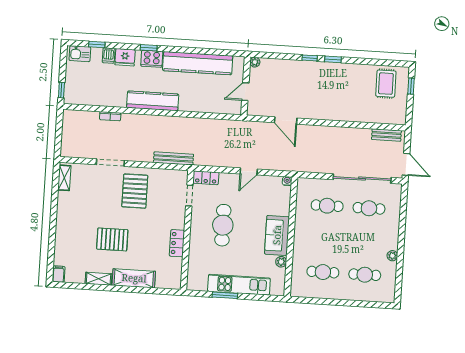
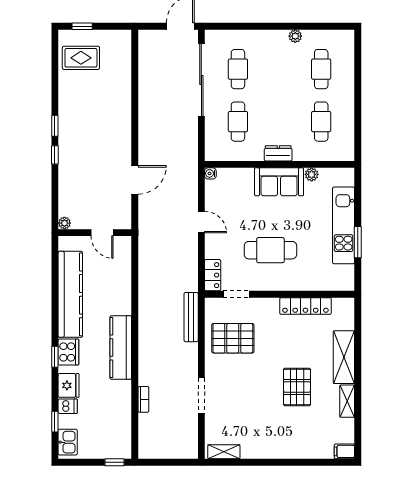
bench: (386, 135) -> (145, 53), removed
pallet: (135, 191) -> (233, 338), moved
dresser: (300, 236) -> (278, 153), added
locker: (177, 243) -> (305, 306), width x1.53

